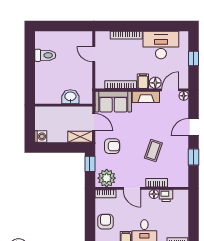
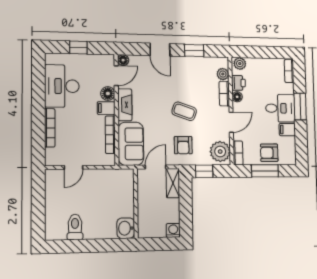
door: (170, 90) -> (116, 76), swing flipped
washbasin: (70, 97) -> (126, 228), moved
armchair: (112, 146) -> (183, 145), turned 180
coffee table: (153, 150) -> (184, 111), moved
plant: (174, 182) -> (223, 74), added
plant: (183, 197) -> (240, 64), added
window: (90, 217) -> (265, 171), added

